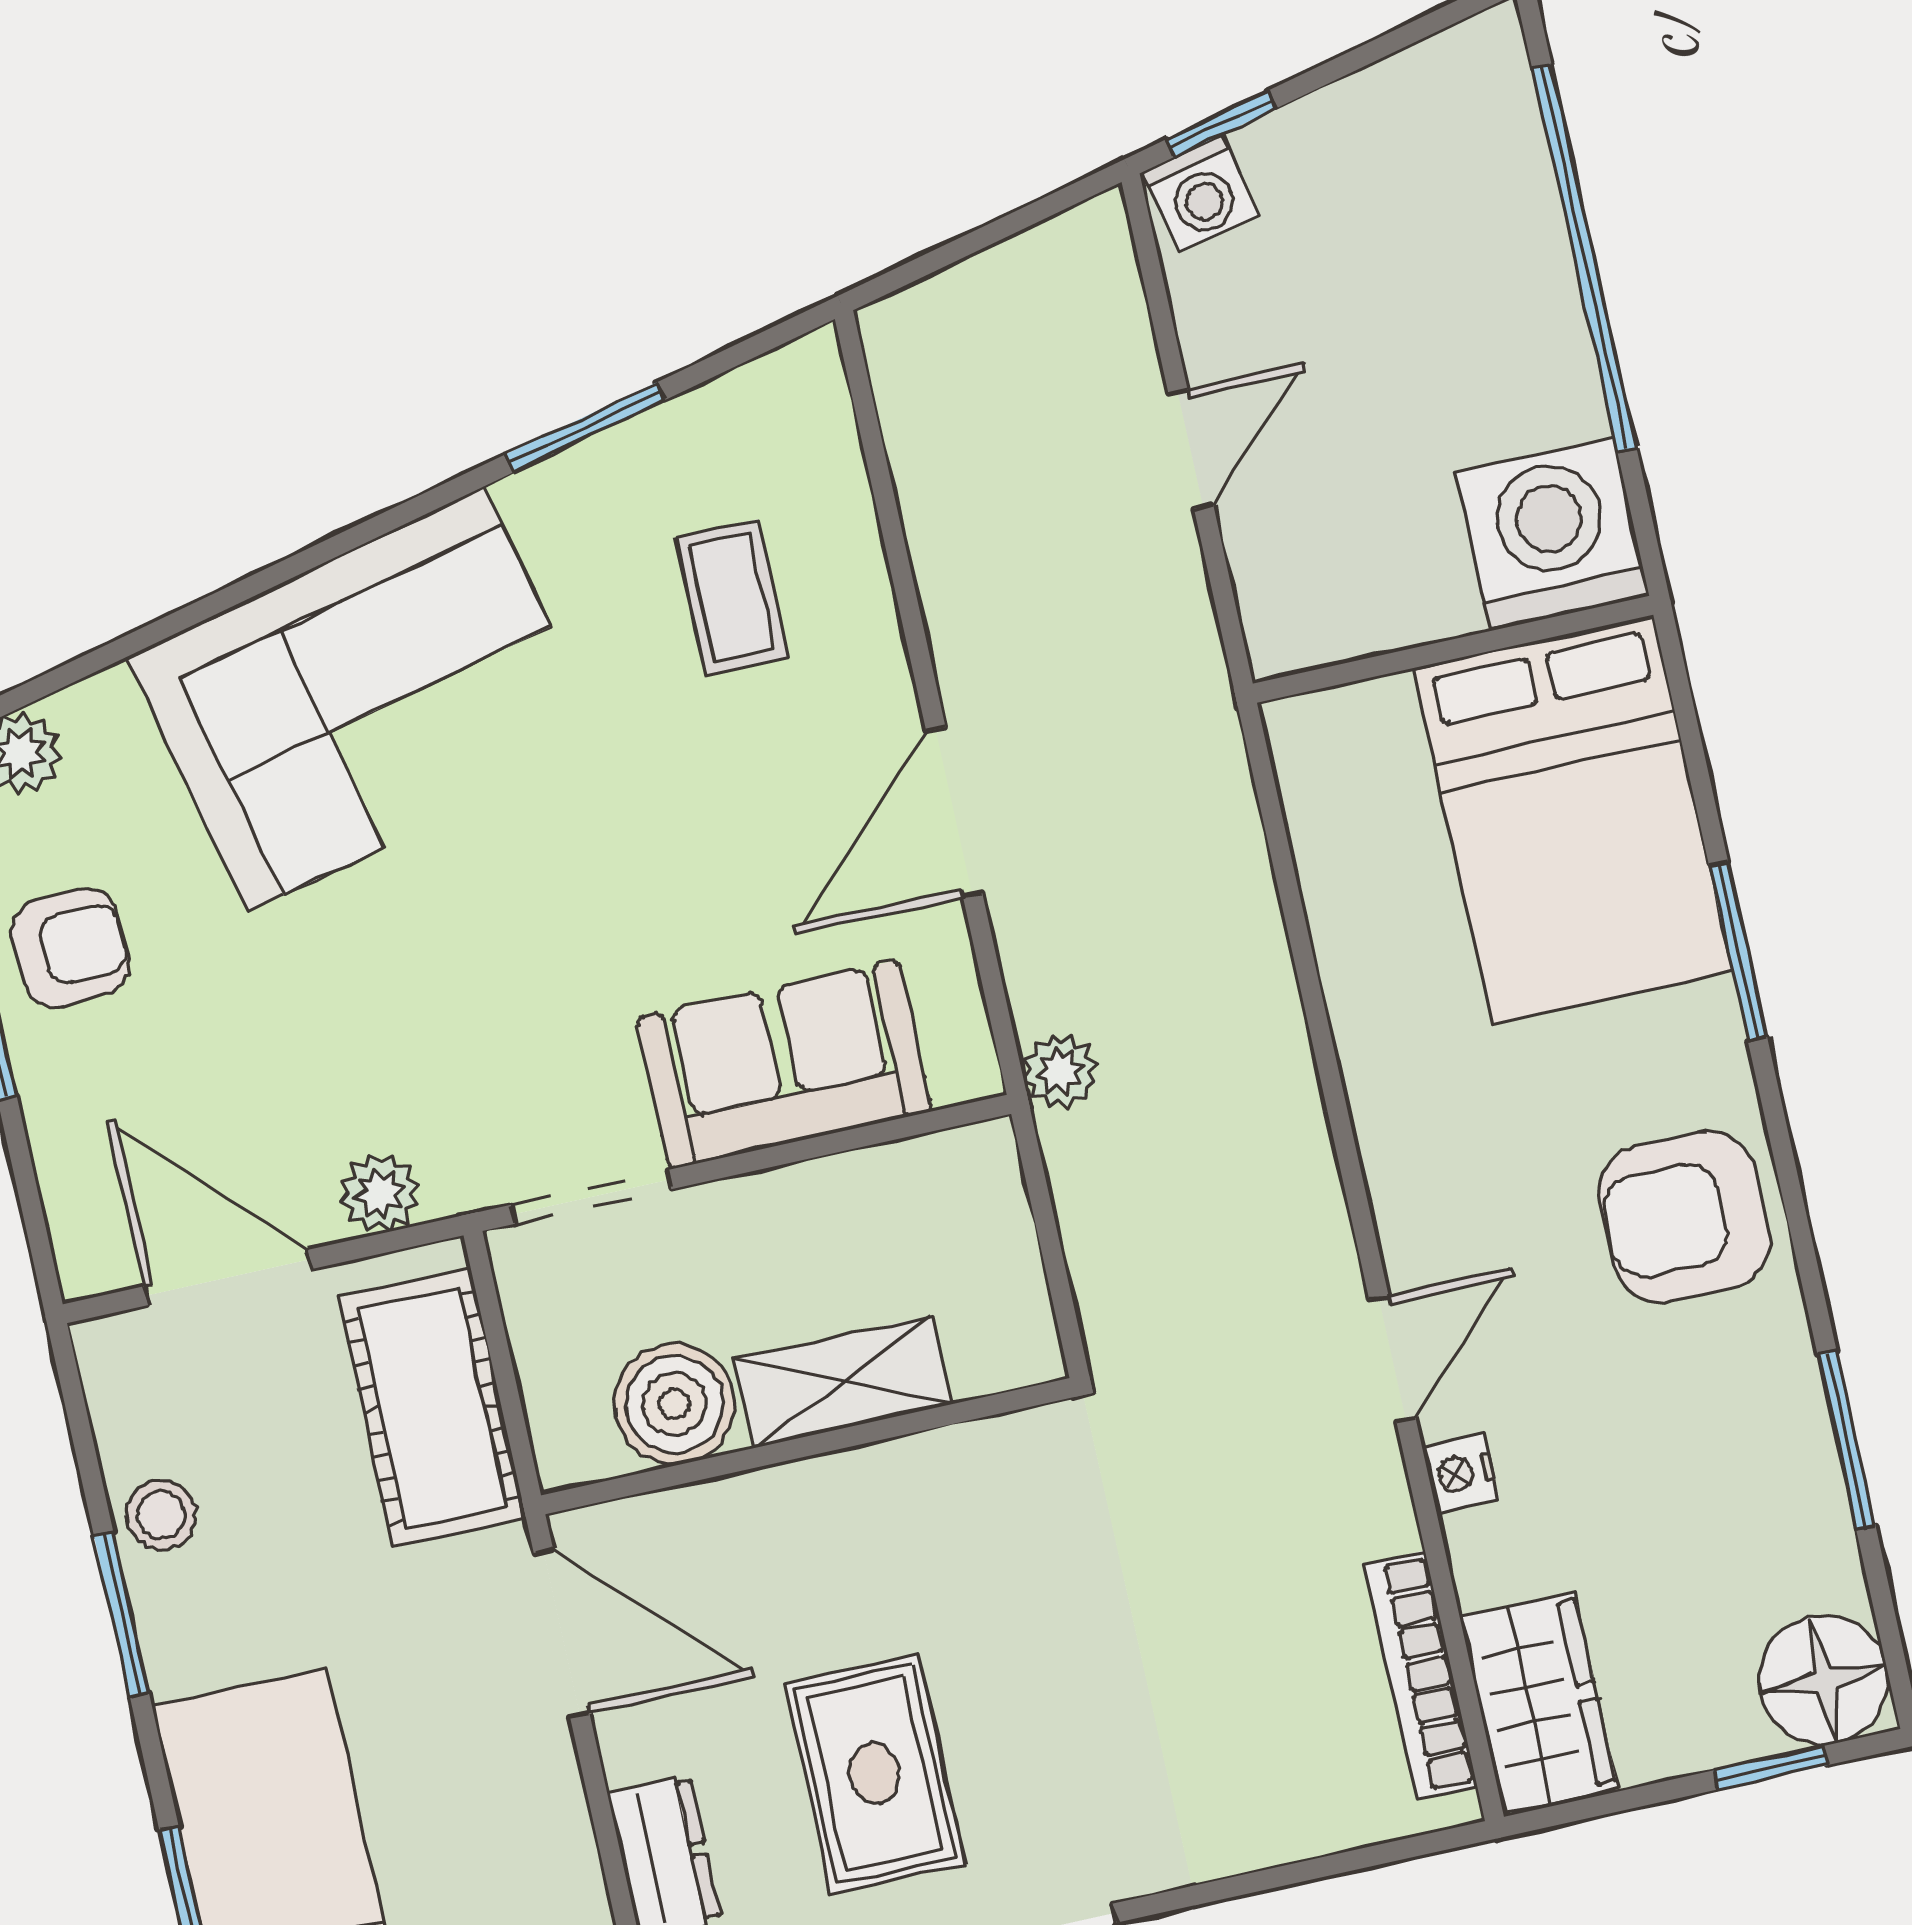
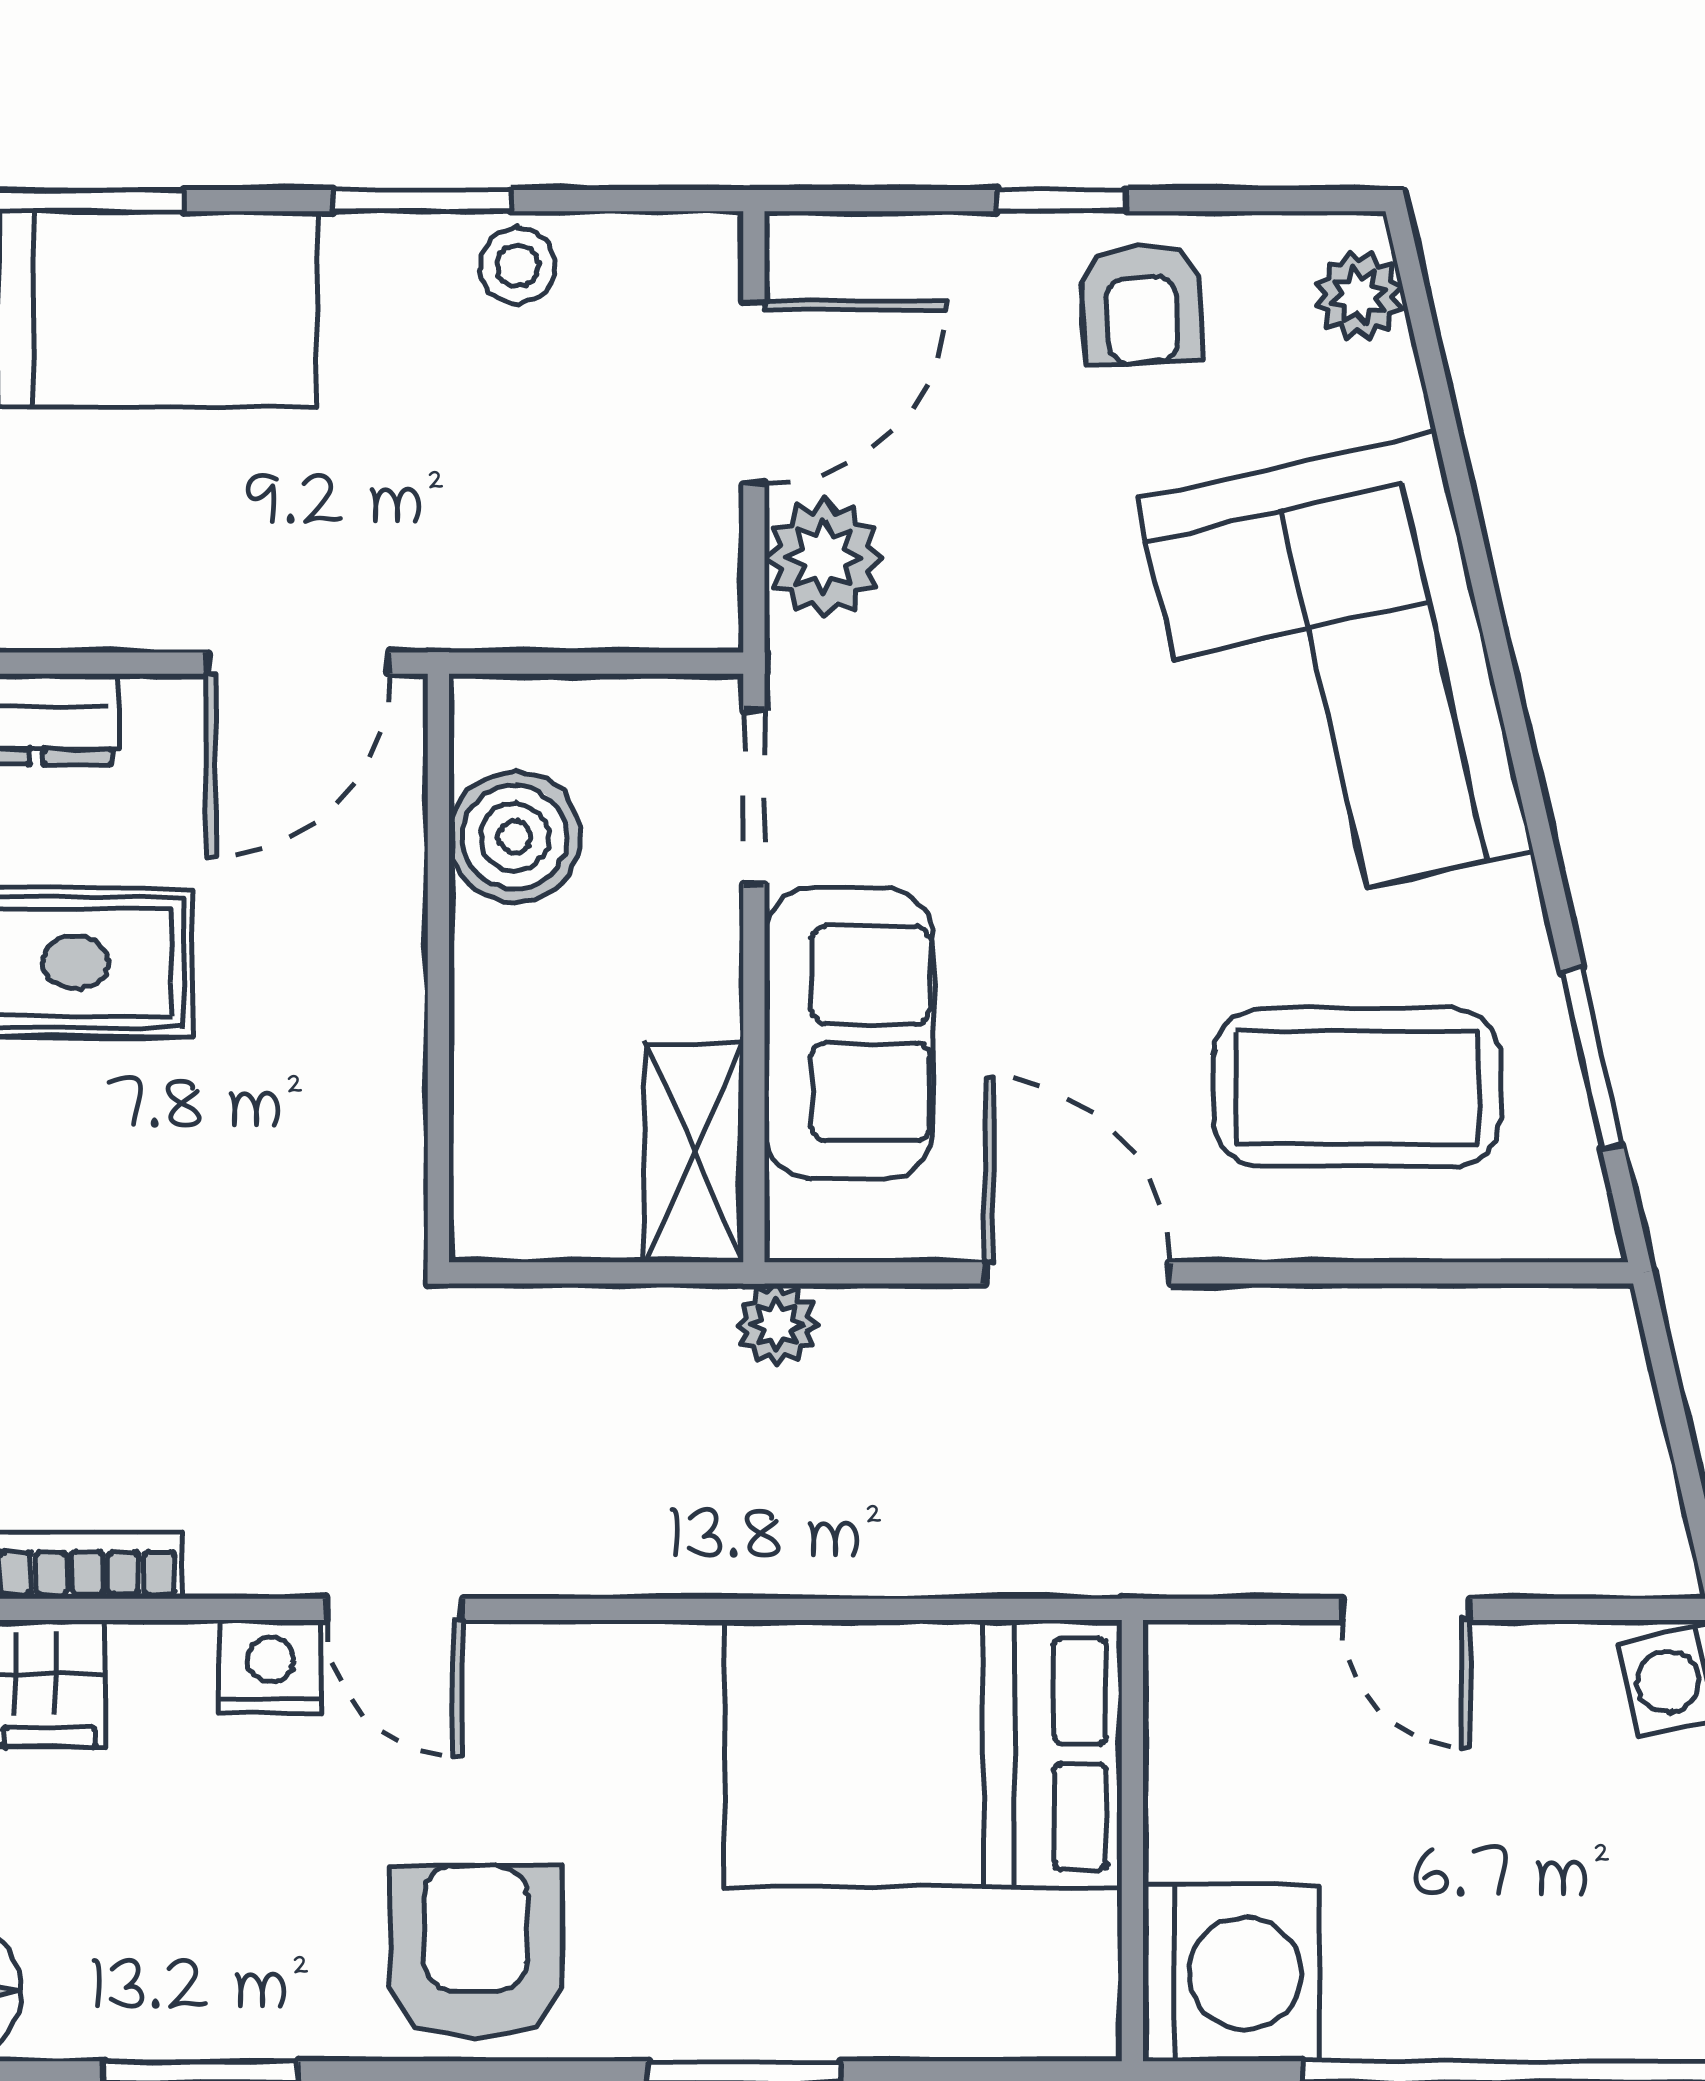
window: (585, 427) -> (1592, 1058), moved
coffee table: (732, 598) -> (1357, 1088), width x1.86, depth x1.72
bed: (1573, 819) -> (923, 1754), moved
plant: (380, 1193) -> (824, 558), width x1.38, depth x1.38
shelving: (843, 1382) -> (694, 1153), moved
cot: (432, 1408) -> (567, 579), removed
nightstand: (1460, 1473) -> (271, 1667), width x1.39, depth x1.35

